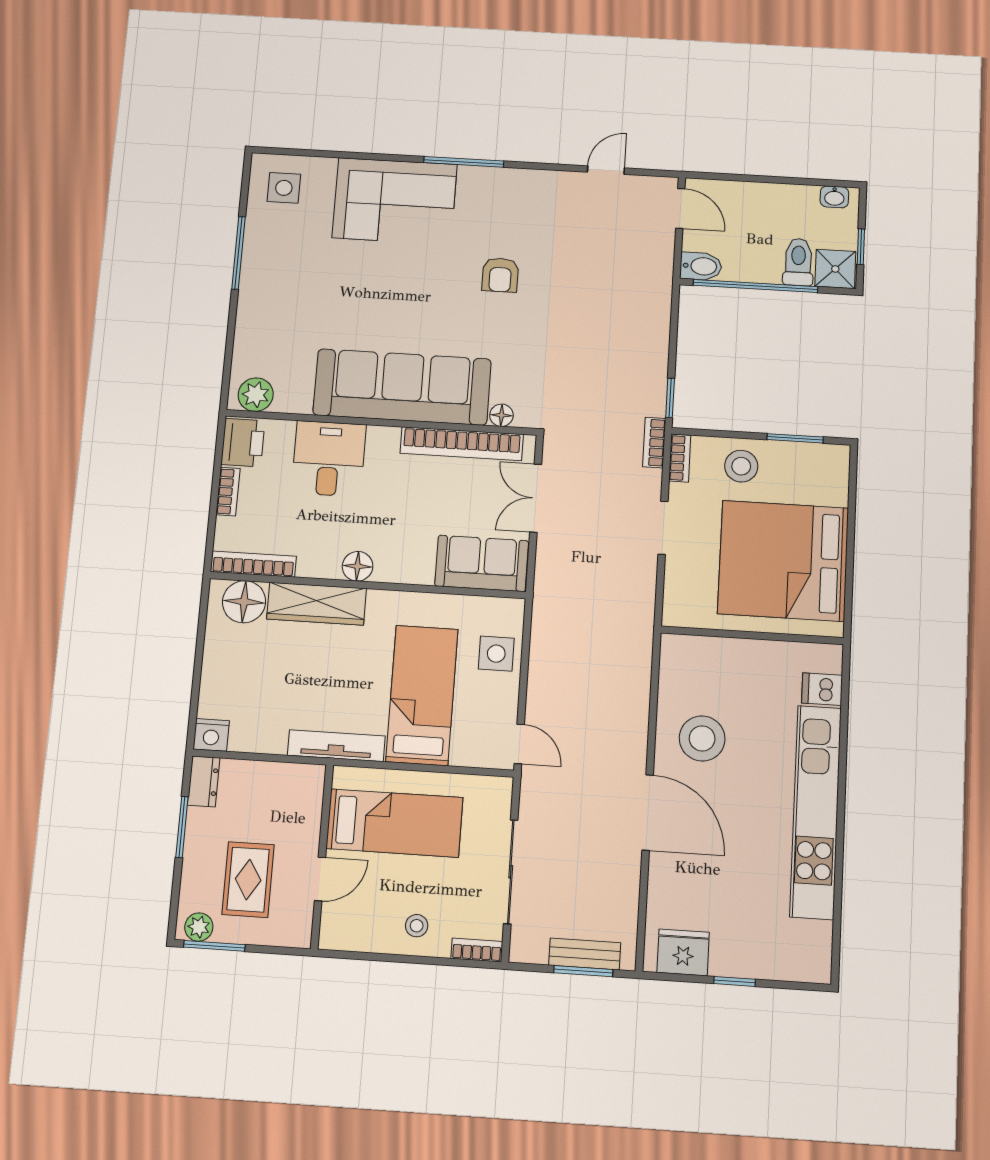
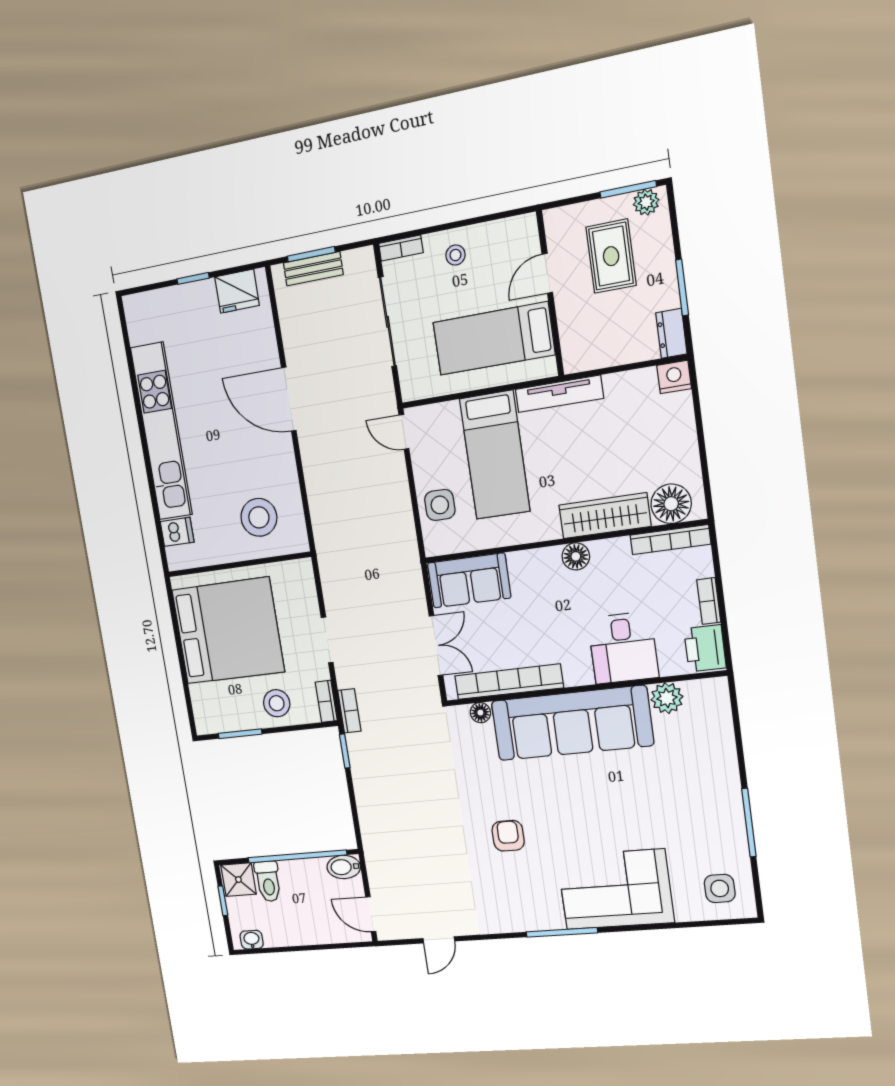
plant: (256, 395) -> (667, 698), moved
stool: (702, 738) -> (259, 517), moved

